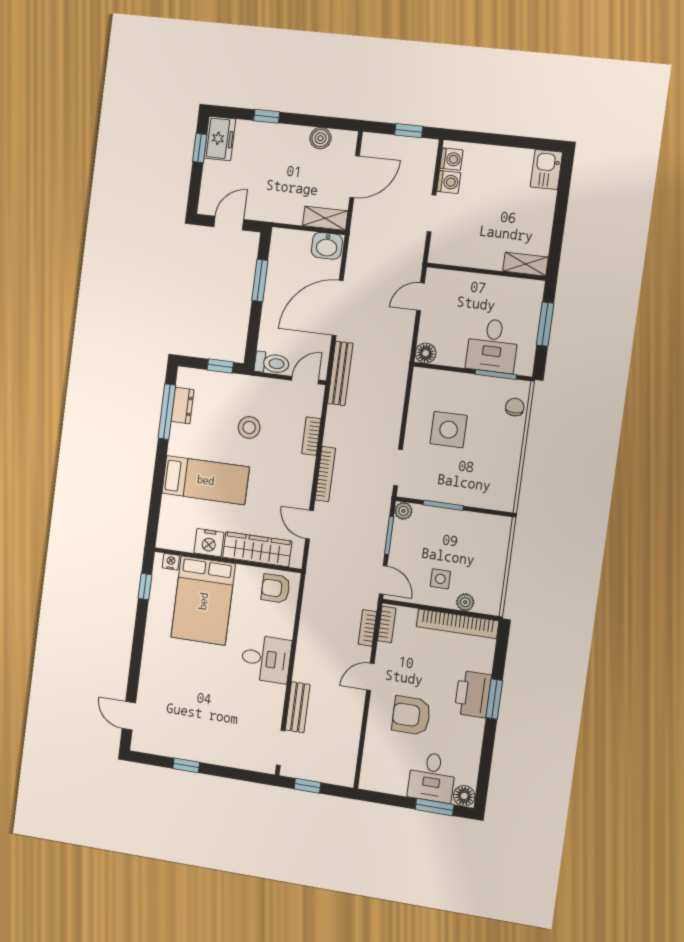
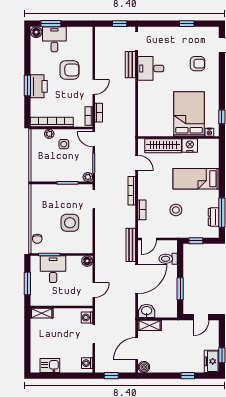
boiler: (320, 138) -> (144, 367), moved
kitchen sink: (546, 170) -> (50, 366), moved, turned -90
washing machine: (449, 182) -> (87, 317), moved
toilet: (272, 363) -> (168, 259), moved
armchair: (276, 588) -> (198, 64), moved
desk: (266, 659) -> (151, 68), moved

